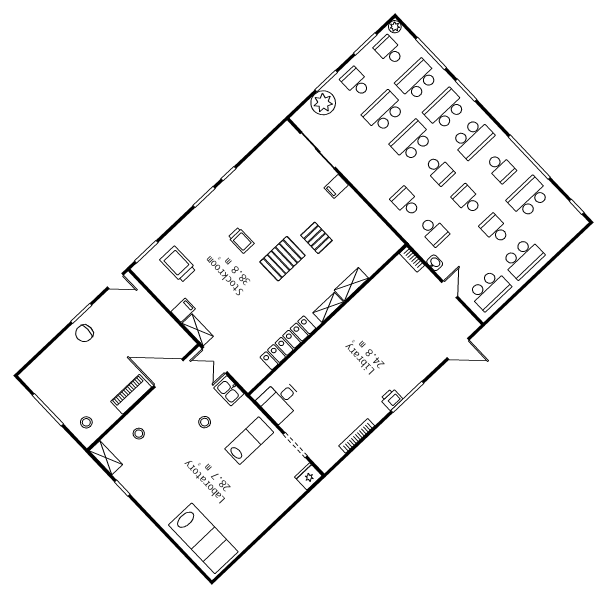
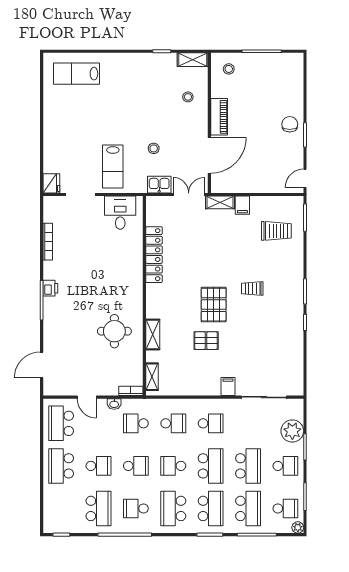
school desk: (378, 173) -> (211, 423), added
shelving: (328, 307) -> (152, 377), moved
round table: (377, 317) -> (114, 331), added
lab bench: (203, 538) -> (77, 74), width x0.73, depth x0.72

